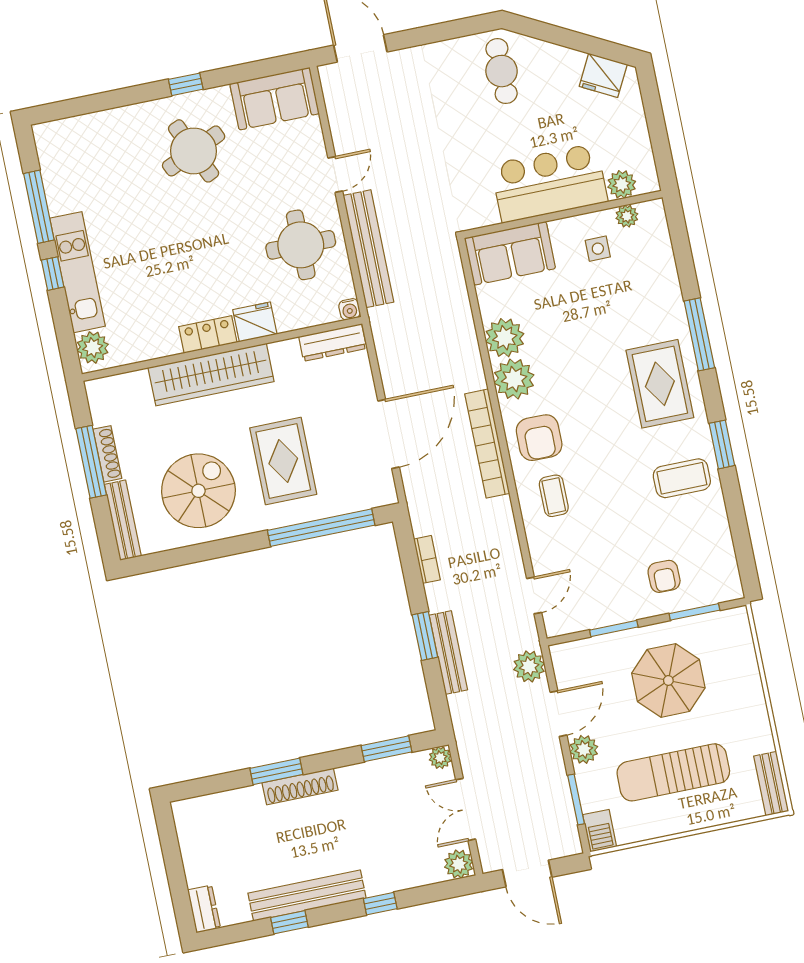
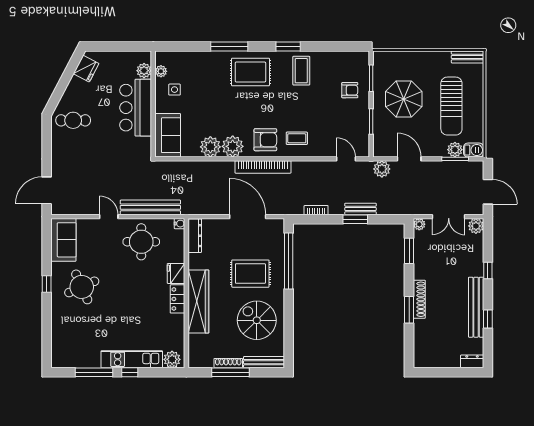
bench: (448, 653) -> (361, 209), width x0.73
plant: (584, 749) -> (455, 150), moved
door: (527, 873) -> (488, 192), hinge flipped

